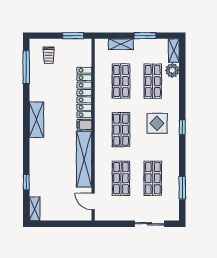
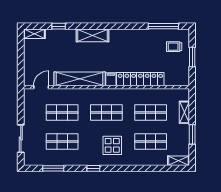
window: (73, 36) -> (192, 57), moved
plant: (172, 70) -> (160, 159), removed
shelving: (36, 120) -> (93, 35), moved
window: (182, 127) -> (93, 168), moved

